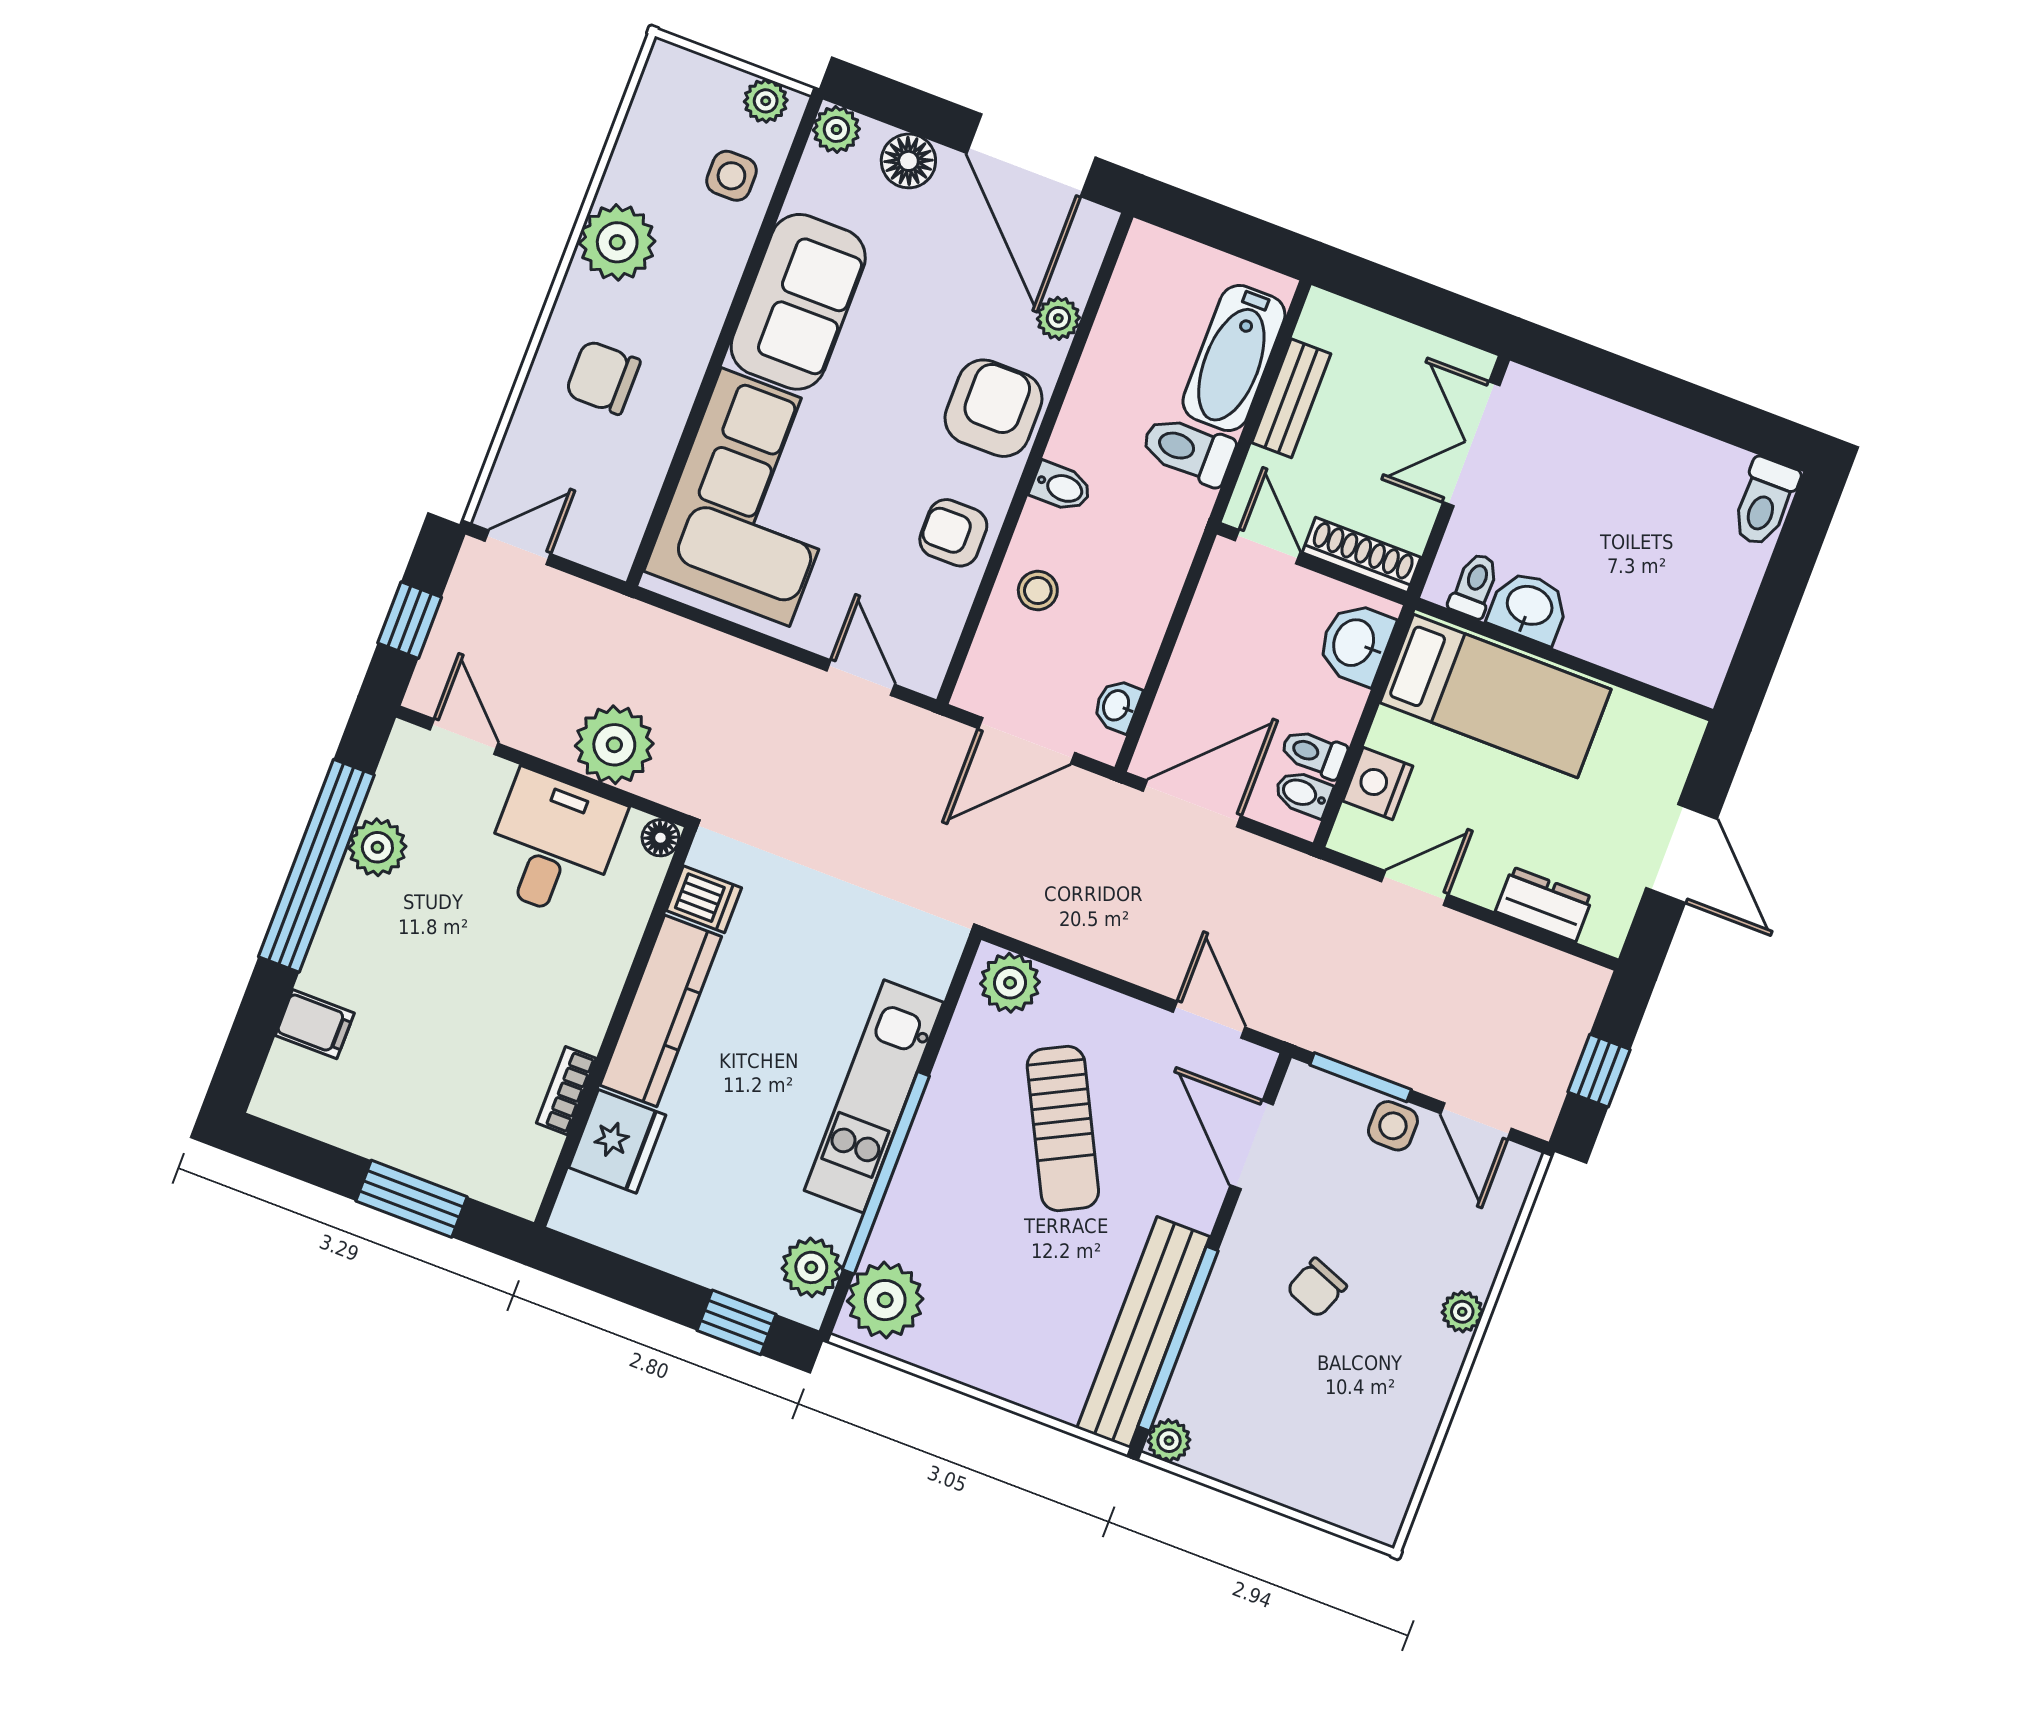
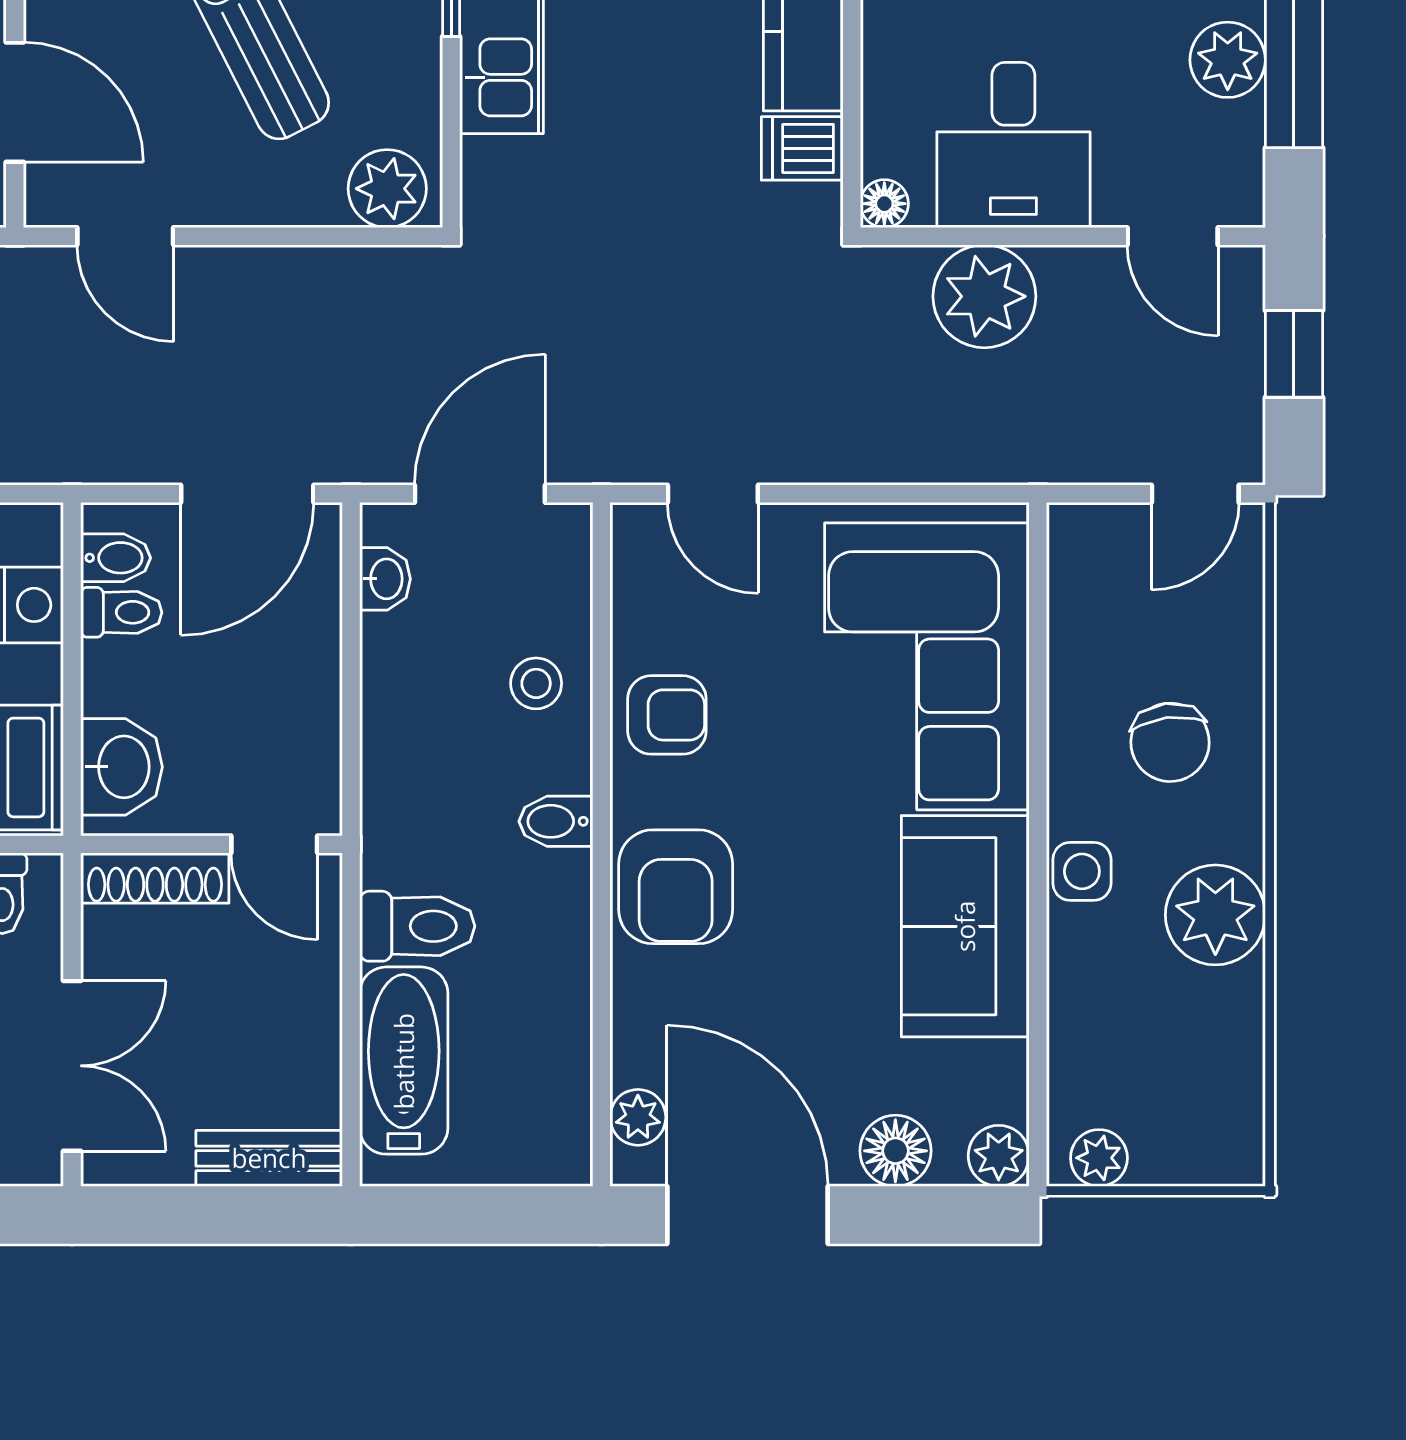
side table: (731, 176) -> (1082, 871), moved
plant: (1058, 318) -> (638, 1117), moved
chair: (603, 377) -> (1170, 742), turned 83
bench: (1291, 398) -> (269, 1158), moved, turned 90

